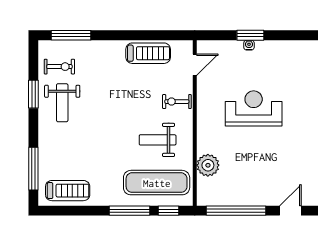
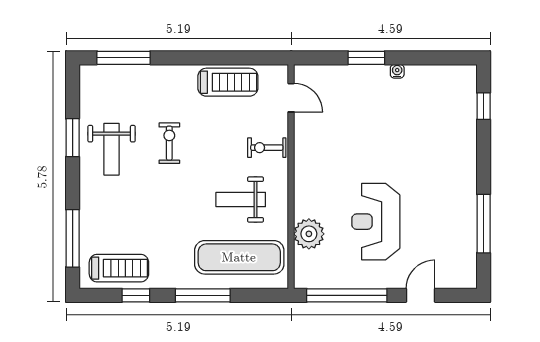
water cooler: (249, 45) -> (397, 71), moved
door: (195, 65) -> (291, 98), hinge flipped
exercise bike: (59, 67) -> (169, 143), moved, turned -90
reception desk: (254, 108) -> (376, 222), moved, turned -90
window: (169, 211) -> (136, 295), moved

